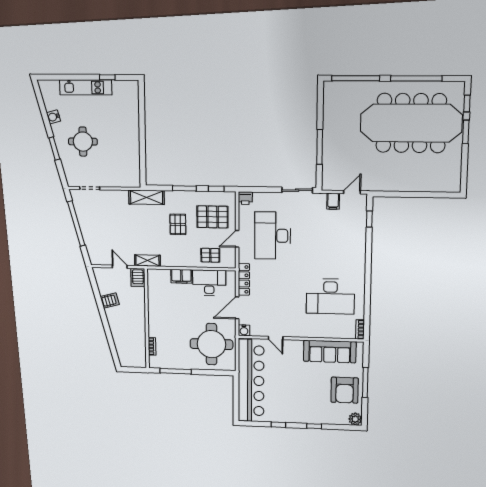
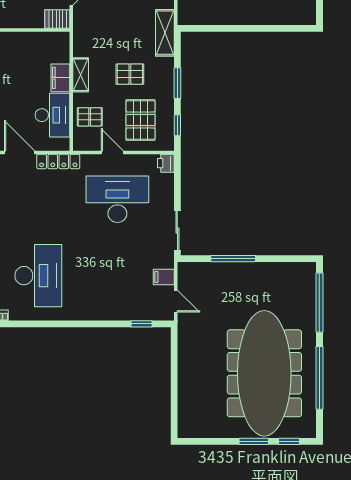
pallet: (210, 255) -> (90, 117), turned 90
shelving: (147, 260) -> (81, 75), moved
desk: (330, 296) -> (38, 276), turned 180

